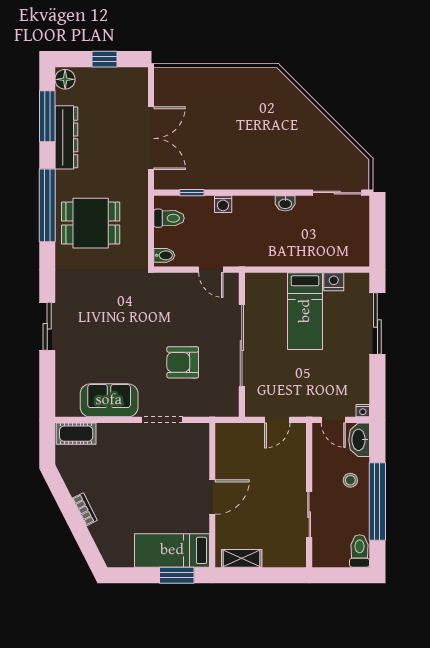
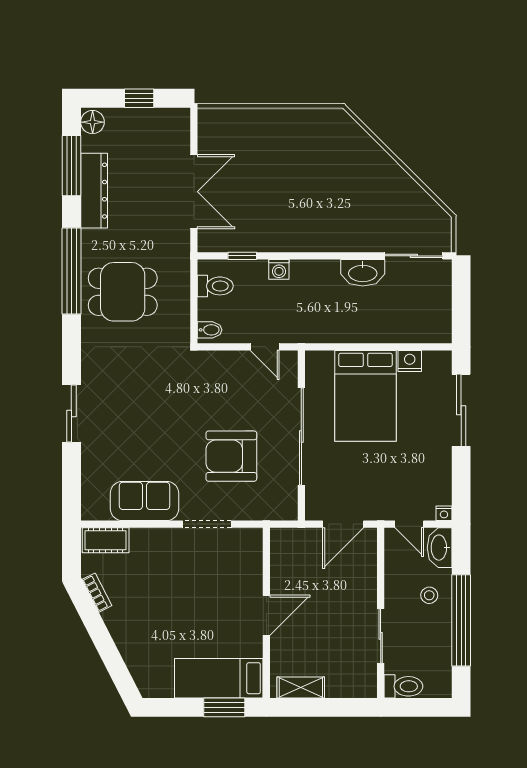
washbasin: (285, 203) -> (363, 273), width x1.91, depth x1.45
bed: (305, 311) -> (365, 396), width x1.50
armchair: (183, 362) -> (231, 456), width x1.36, depth x1.36
door: (277, 420) -> (343, 524), width x1.38
bookcase: (85, 509) -> (97, 593), moved
toilet: (360, 551) -> (403, 686), moved, turned 90

